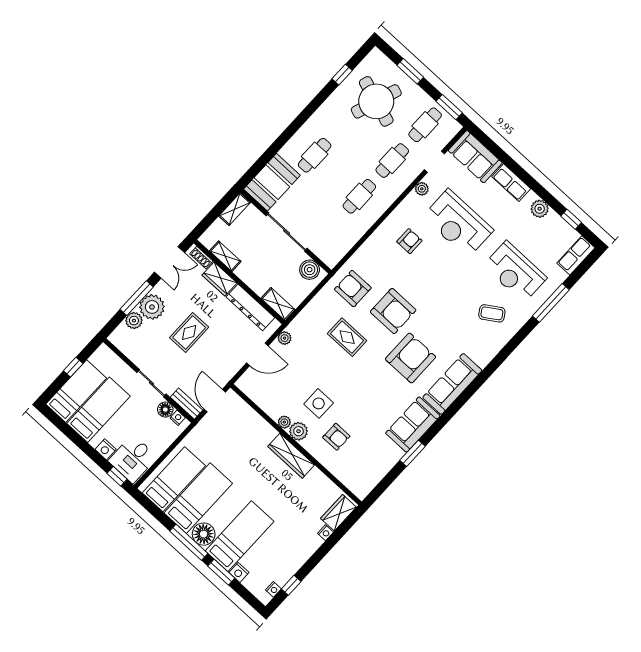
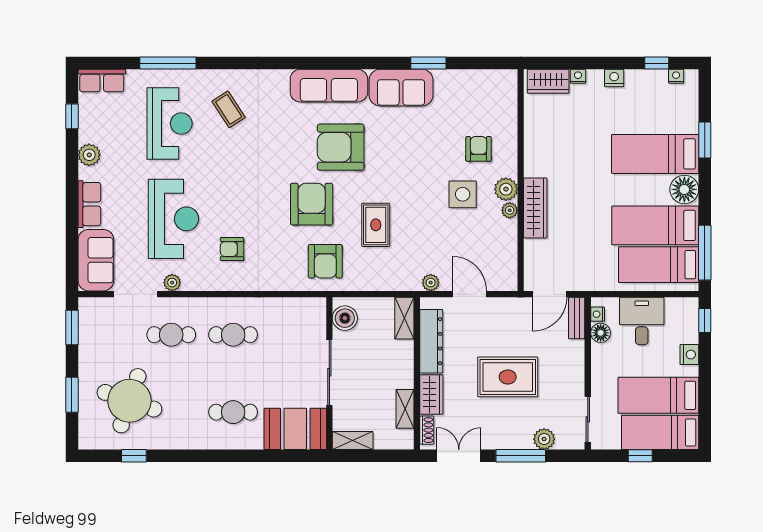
cafe table: (425, 125) -> (109, 335), removed
doorway: (434, 162) -> (136, 294), width x1.38
plant: (152, 307) -> (516, 434), removed
rug: (189, 332) -> (508, 377), width x1.36, depth x1.43
sliding door: (152, 383) -> (588, 419), moved
wardrobe: (291, 456) -> (535, 208), moved
desk: (133, 459) -> (642, 321), moved, turned -90
window: (189, 542) -> (705, 253), moved
nightstand: (239, 572) -> (614, 78), moved, turned -90

